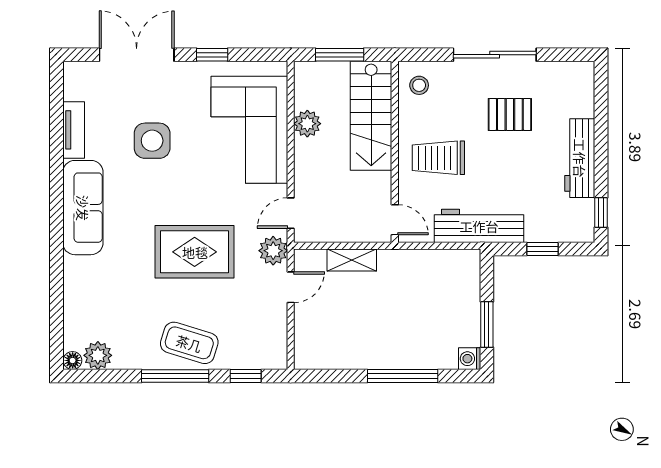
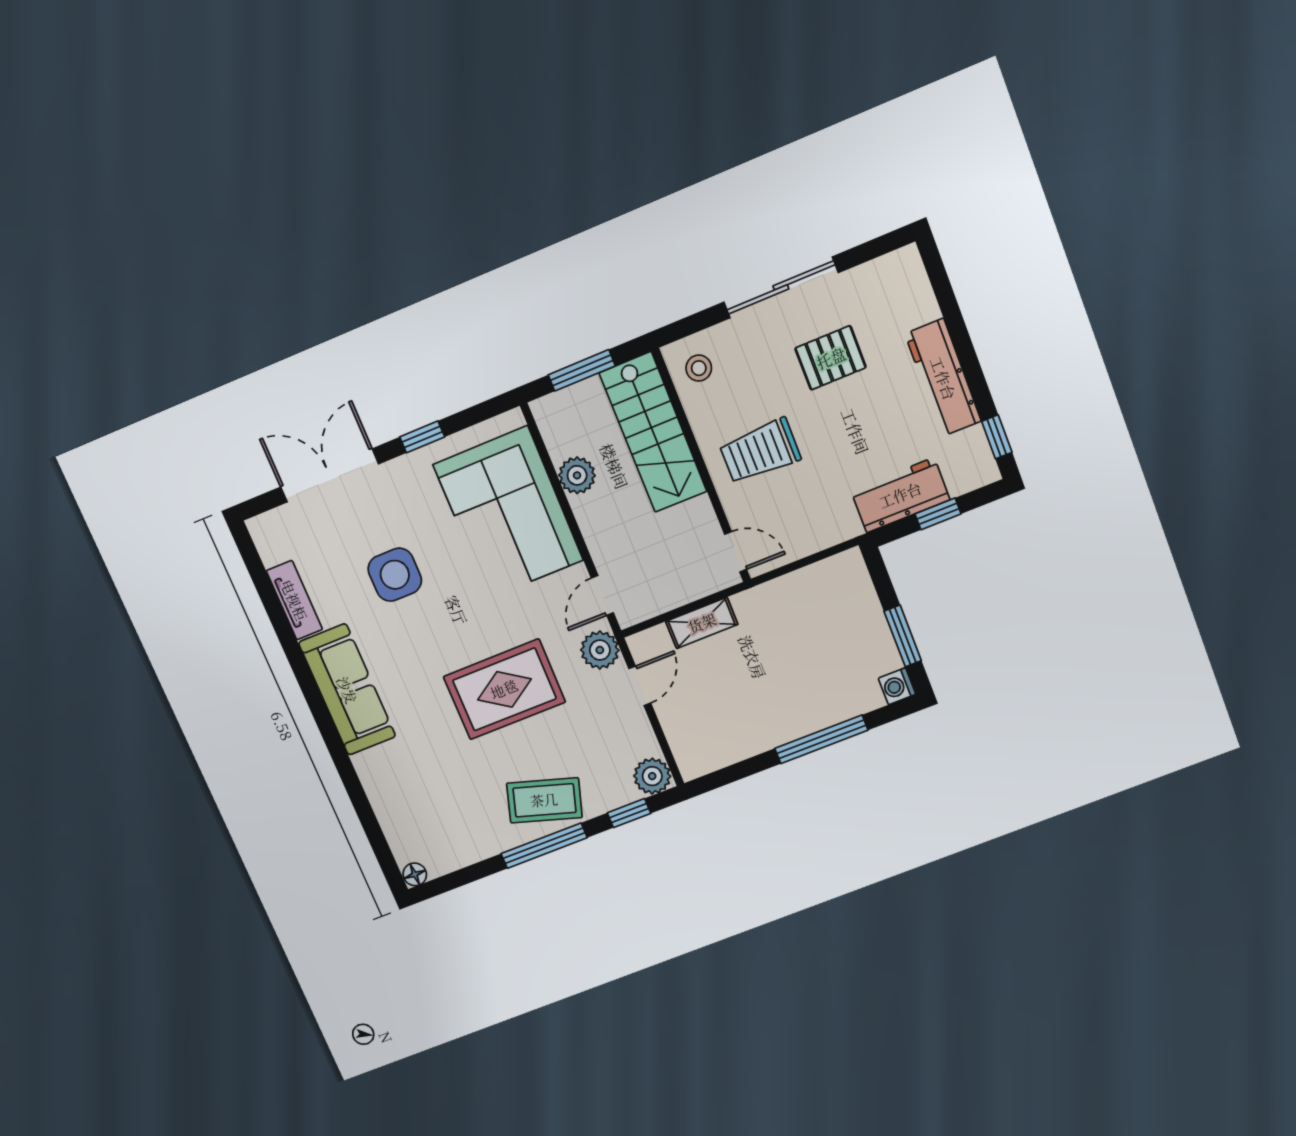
workbench: (479, 226) -> (900, 495), moved, width x0.73
plant: (98, 355) -> (652, 776), moved

